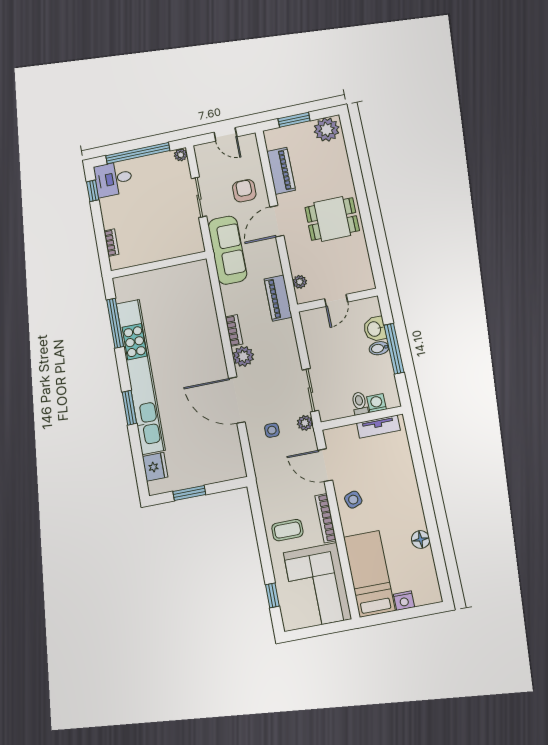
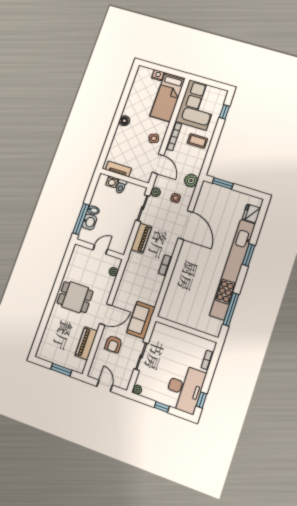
plant: (327, 130) -> (47, 352), removed
window: (138, 153) -> (162, 407), width x0.32
desk: (113, 179) -> (185, 389), width x1.87, depth x1.30
sofa: (227, 250) -> (141, 320), width x0.73
piano: (278, 298) -> (141, 238), moved
window: (394, 349) -> (81, 219), moved
plant: (243, 356) -> (191, 181), moved
window: (189, 493) -> (223, 183), moved
floor lamp: (421, 539) -> (124, 121), moved

